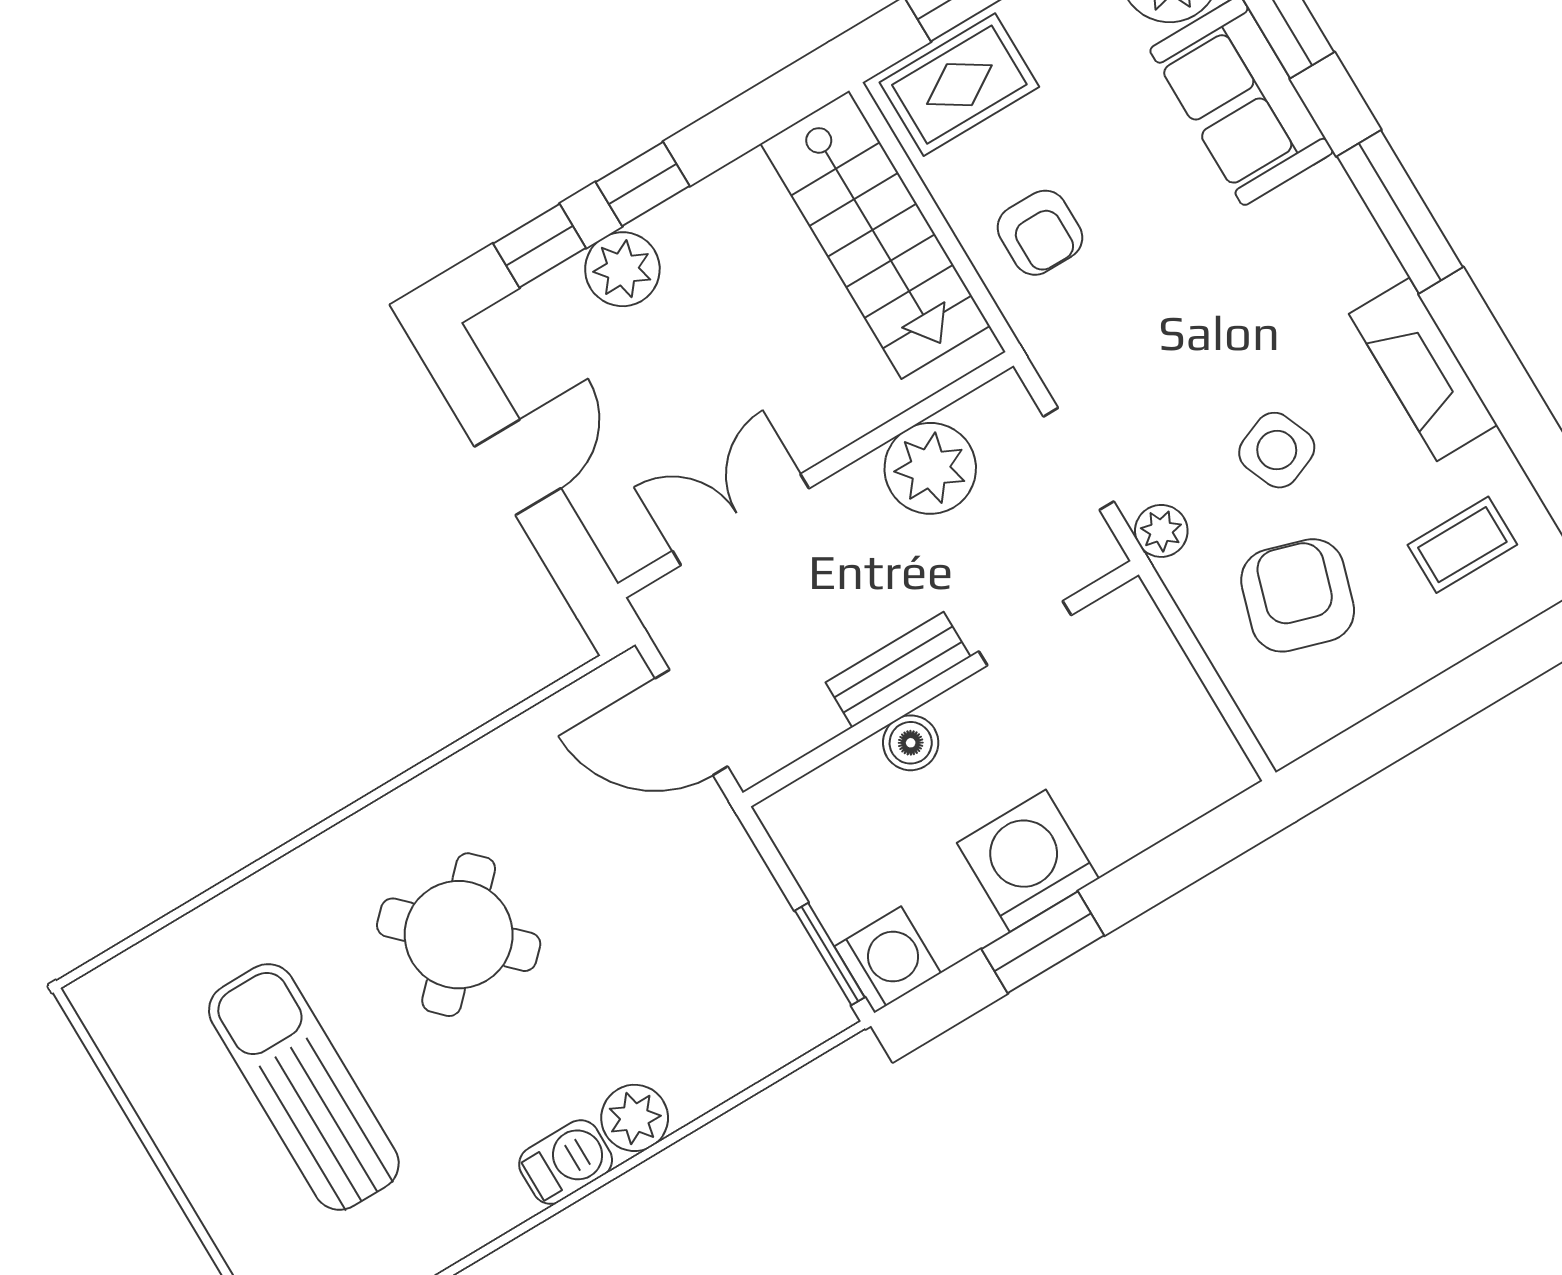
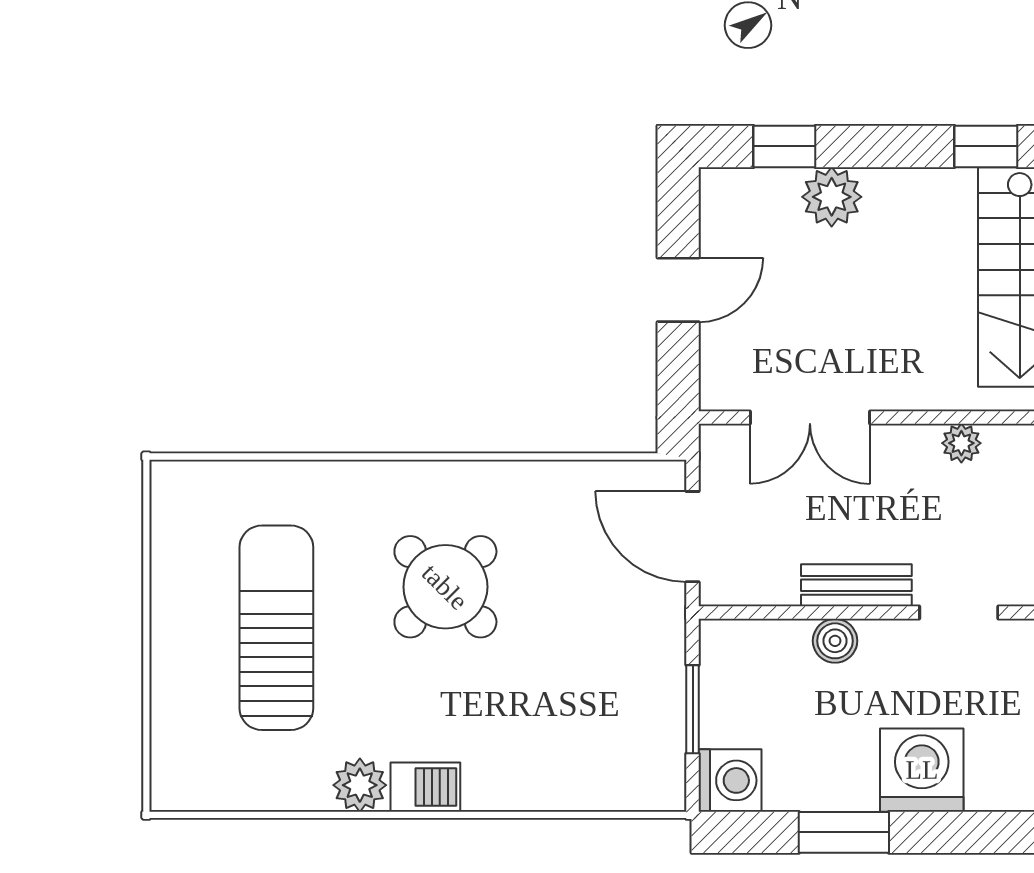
window: (643, 184) -> (986, 146), moved
plant: (930, 468) -> (961, 443), width x0.53, depth x0.53
double door: (741, 520) -> (810, 418), swing flipped
washing machine: (1028, 861) -> (922, 770), moved
window: (830, 954) -> (693, 709), moved
plant: (635, 1118) -> (360, 785), moved

